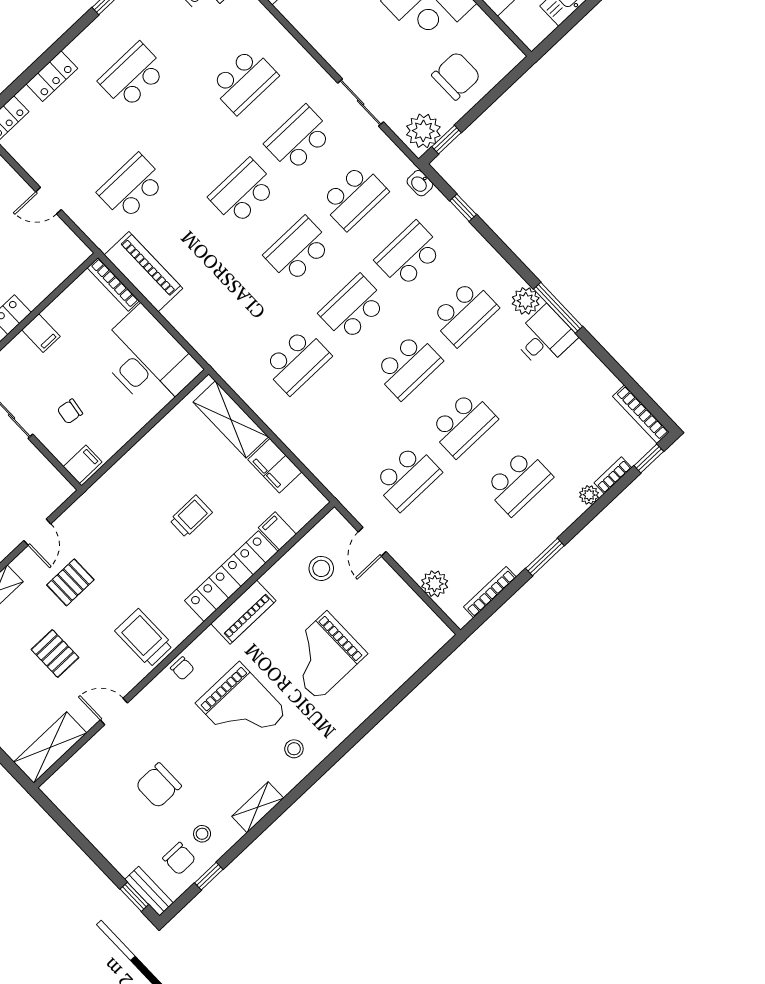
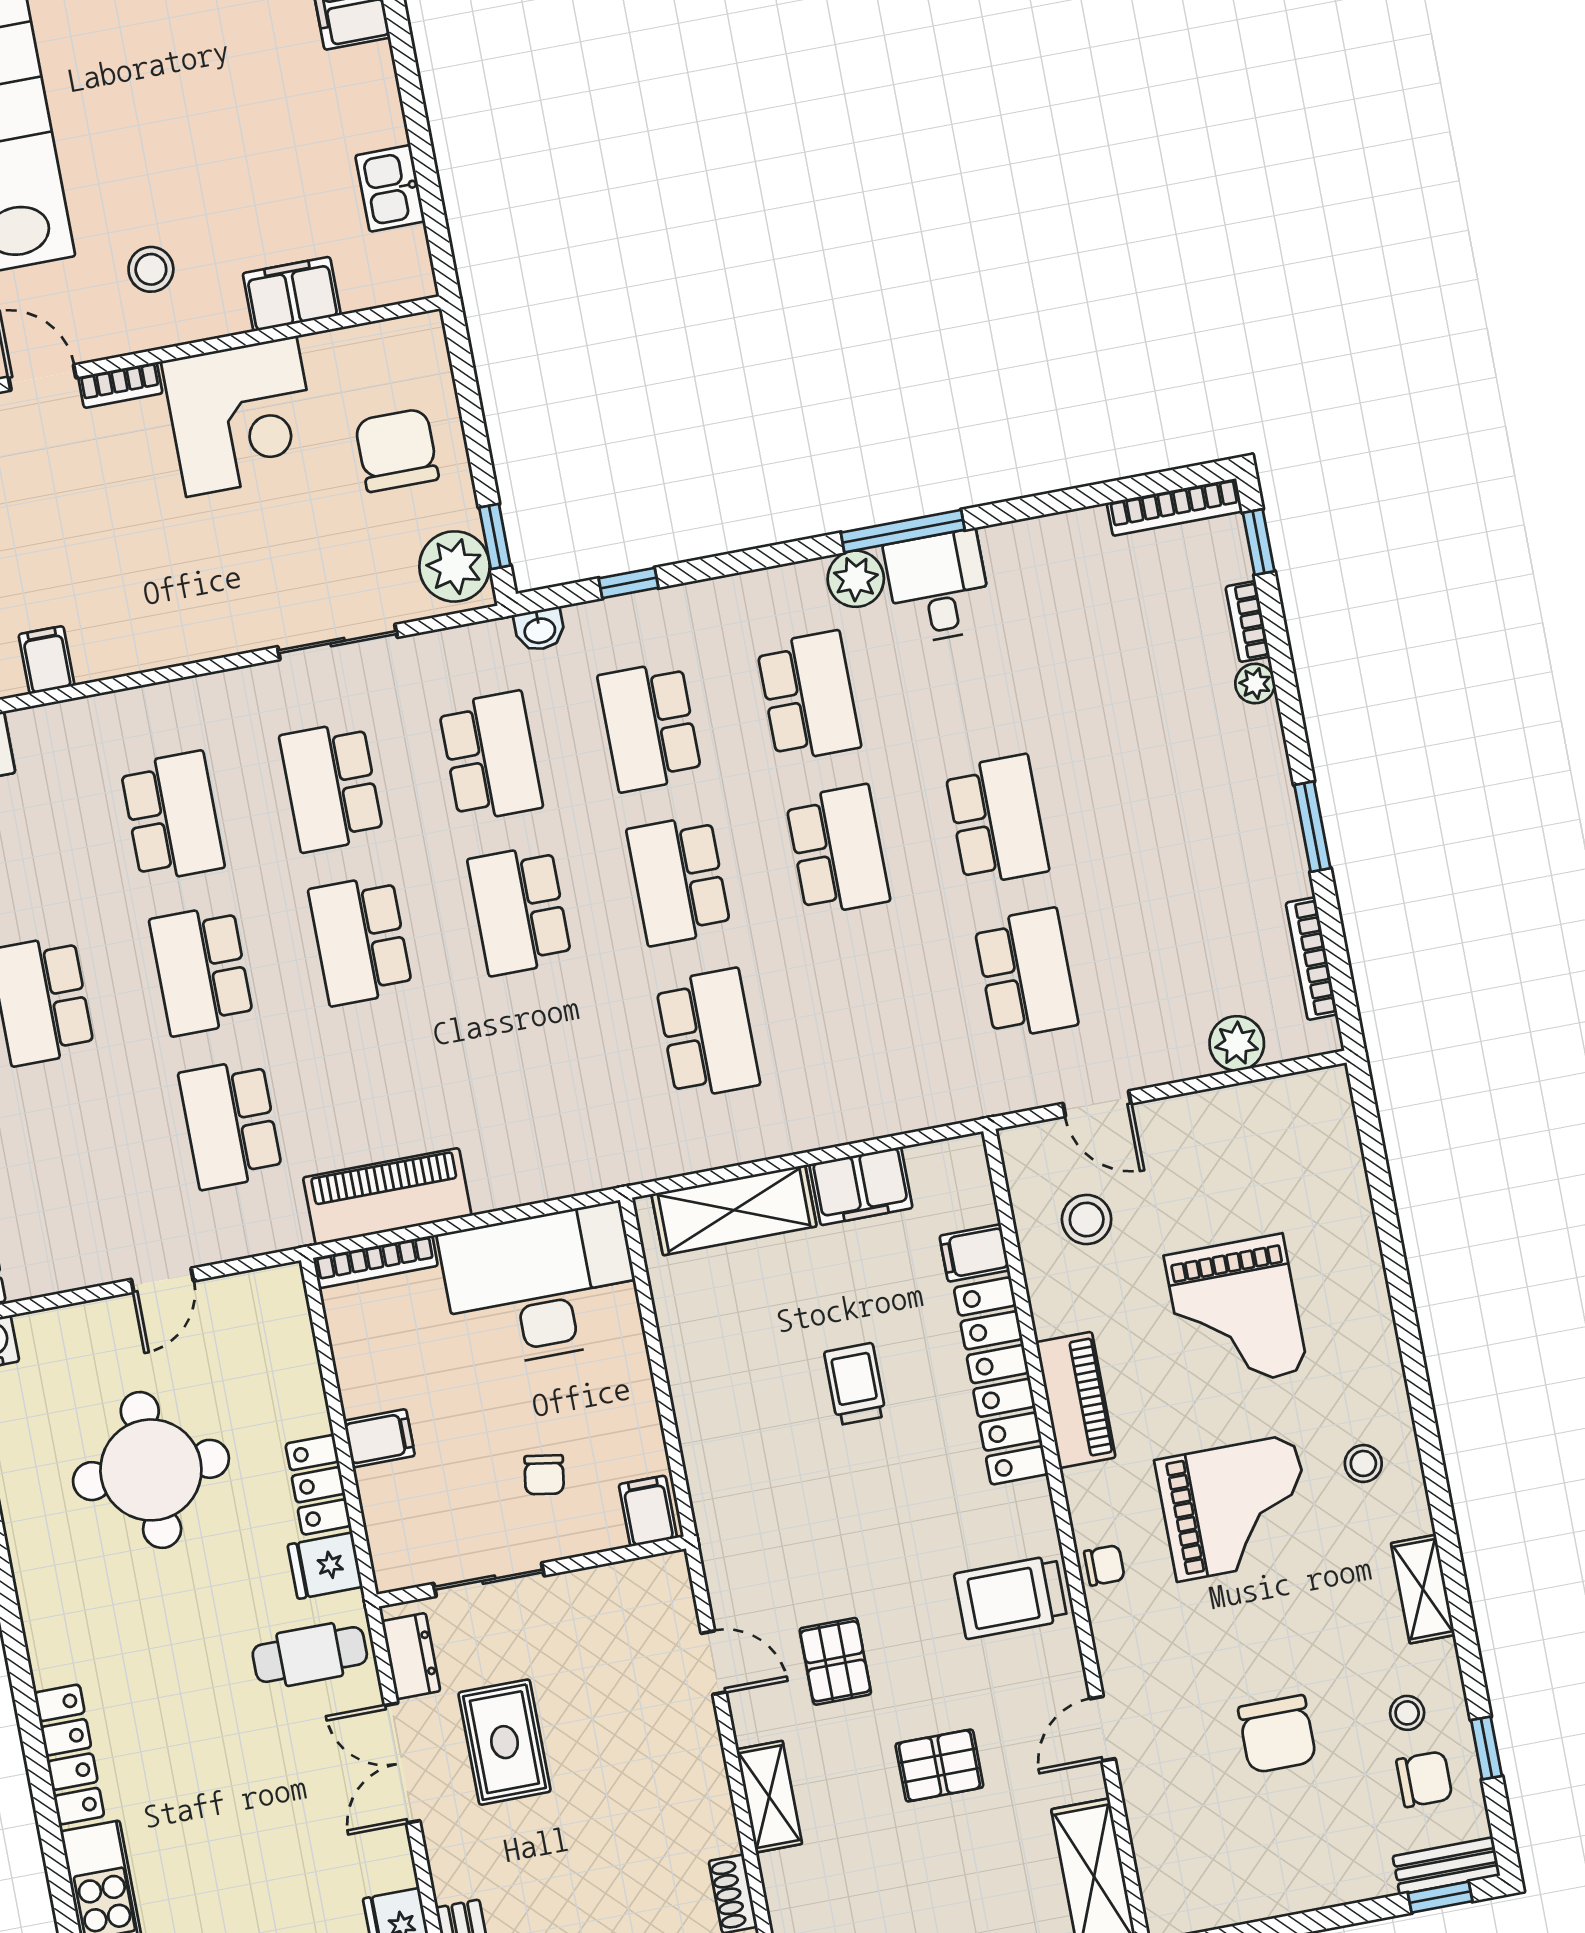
school desk: (518, 482) -> (201, 970), moved, turned 180

